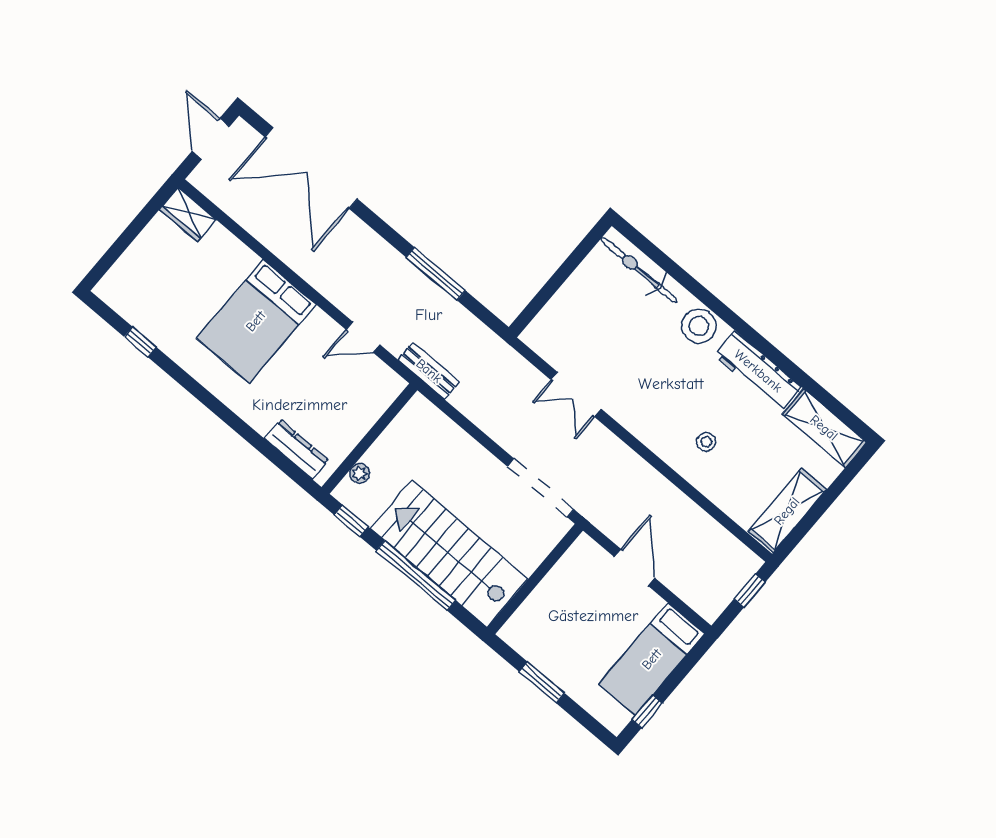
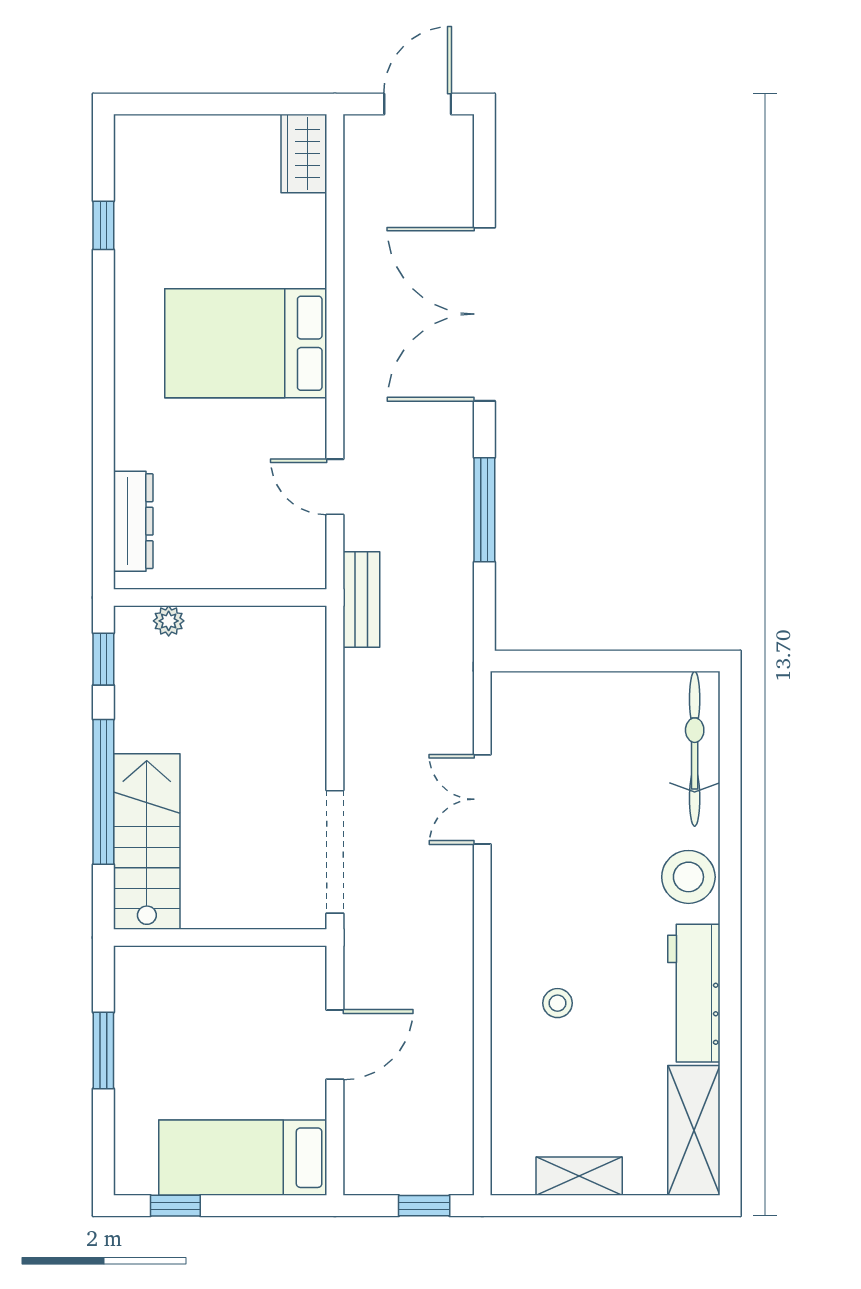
double door: (311, 168) -> (484, 314), moved
shelving: (787, 511) -> (579, 1176), width x0.67, depth x0.75
stairs: (449, 554) -> (147, 841), width x0.73, depth x0.66

